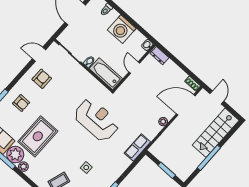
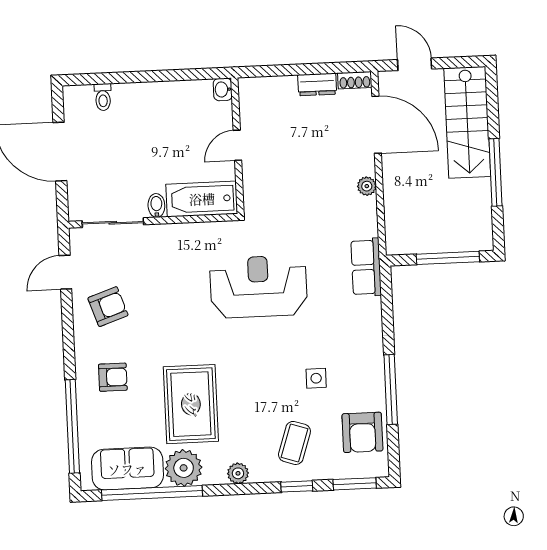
washing machine: (122, 29) -> (158, 104), removed
dresser: (160, 56) -> (317, 84), moved
door: (134, 68) -> (237, 145), hinge flipped
armchair: (42, 79) -> (108, 307), turned 71
door: (186, 105) -> (377, 125), swing flipped
plant: (23, 167) -> (238, 473), moved
window: (167, 170) -> (448, 258), width x1.44

